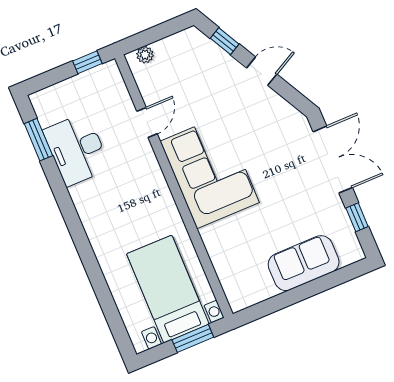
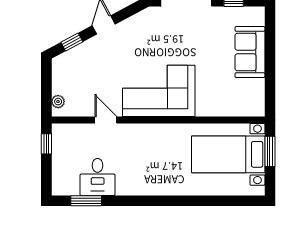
desk: (77, 149) -> (98, 177), width x0.73

